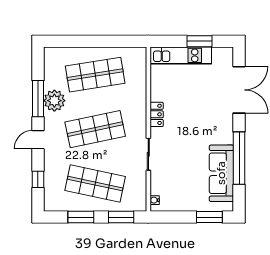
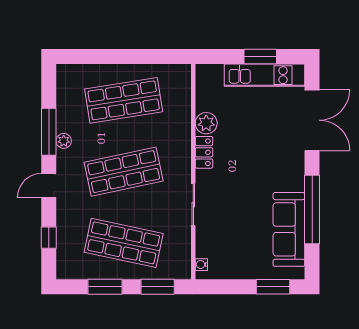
kitchen unit: (181, 55) -> (265, 75), moved
plant: (158, 92) -> (206, 123), added
plant: (54, 101) -> (64, 141), width x0.53, depth x0.53

